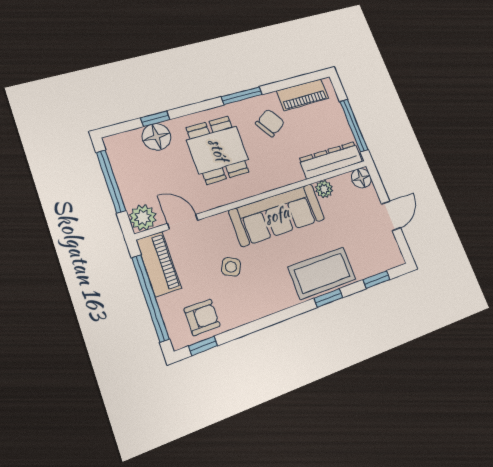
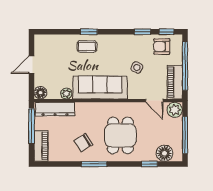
piano: (303, 95) -> (41, 146), moved, turned 90
floor lamp: (156, 137) -> (164, 153), moved
coffee table: (322, 273) -> (87, 46), width x0.54, depth x0.58
window: (376, 280) -> (143, 32), moved

